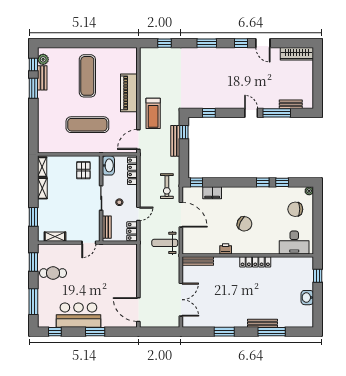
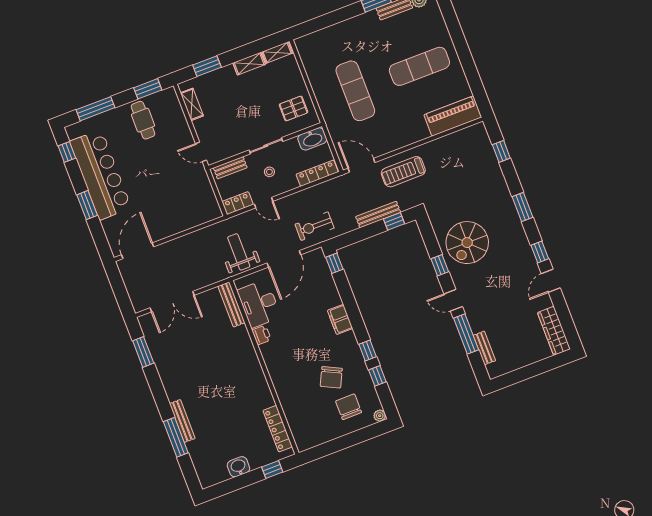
spiral stairs: (216, 89) -> (467, 243), added
piano: (129, 93) -> (453, 116), moved
window: (209, 113) -> (440, 265), moved
door: (251, 113) -> (453, 300), swing flipped
filing cabinet: (212, 193) -> (340, 319), moved
chair: (244, 224) -> (331, 377), moved
desk: (294, 243) -> (259, 304), moved
locker: (255, 262) -> (278, 429), moved
bar counter: (78, 315) -> (100, 175), width x1.36
window: (224, 332) -> (143, 352), moved

